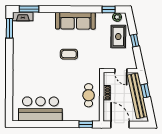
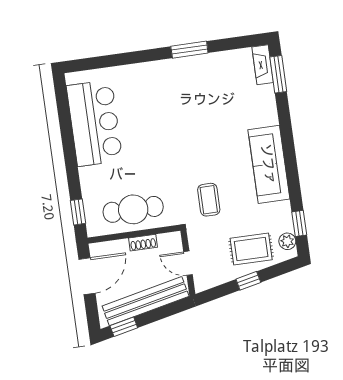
window: (9, 28) -> (189, 50), moved
coffee table: (69, 54) -> (209, 200), moved
door: (121, 71) -> (188, 263), hinge flipped
window: (145, 91) -> (124, 327), moved
cafe table: (89, 95) -> (133, 209), width x1.37, depth x1.35

